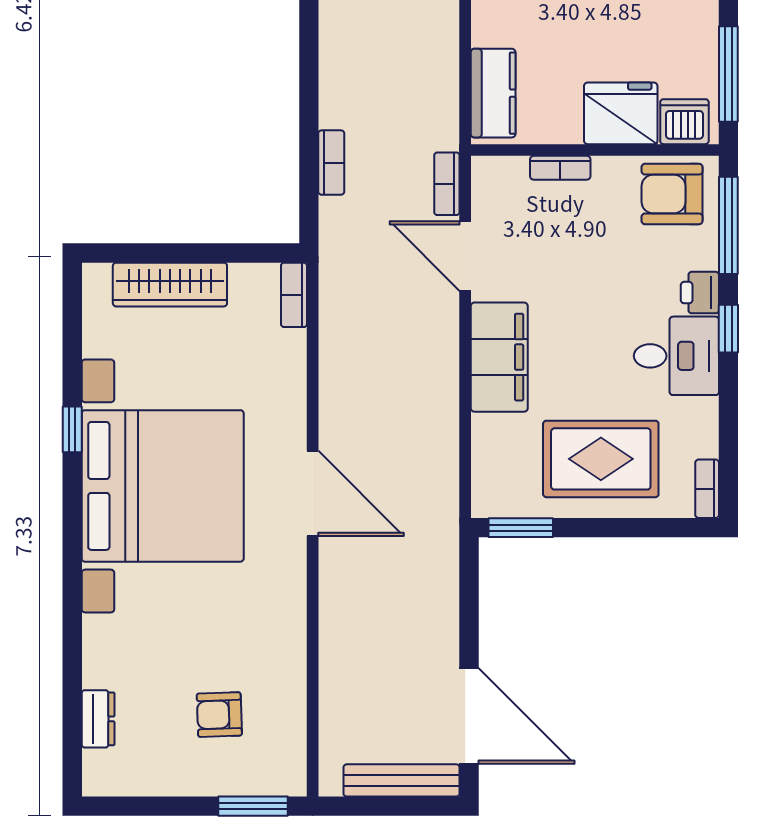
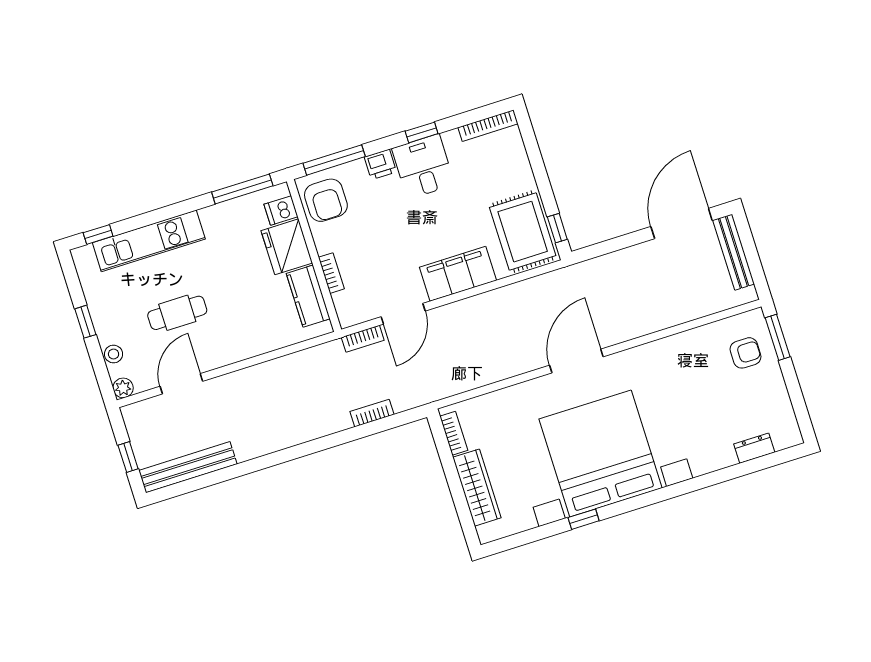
kitchen counter: (493, 93) -> (308, 296), moved, turned -90
dishwasher: (684, 122) -> (281, 211), width x0.73
bookcase: (294, 295) -> (454, 433), moved, turned -90
window: (728, 329) -> (422, 132), moved
rug: (601, 459) -> (523, 232), moved
bookcase: (707, 489) -> (488, 126), width x1.56
window: (521, 528) -> (557, 228), width x0.67
armchair: (219, 715) -> (746, 353), moved, turned -88

